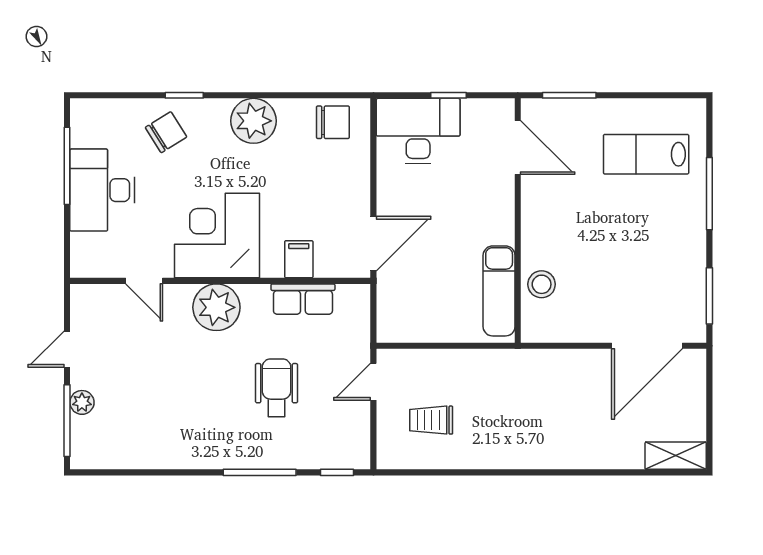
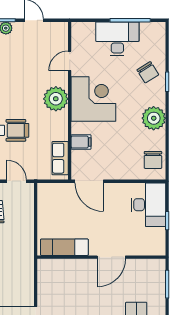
door: (518, 148) -> (111, 257), moved
stool: (542, 284) -> (68, 270), removed
row of seats: (303, 299) -> (60, 158), moved

